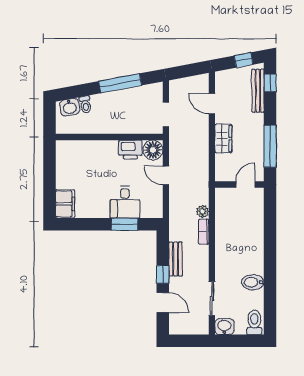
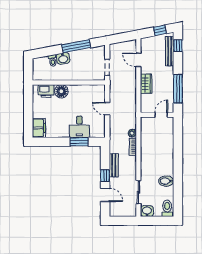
washbasin: (70, 107) -> (63, 58), moved
printer: (130, 150) -> (46, 91), moved
floor lamp: (153, 150) -> (61, 91), moved

